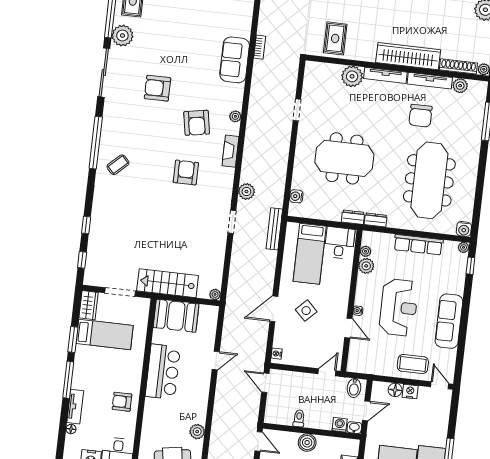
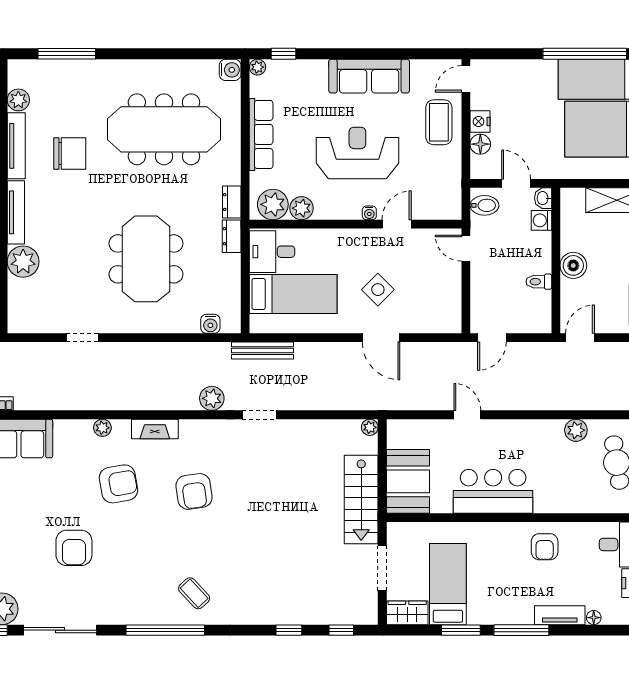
armchair: (186, 172) -> (194, 491), turned -98
plant: (366, 251) -> (273, 204), width x1.87, depth x1.87
nightstand: (277, 354) -> (447, 326), removed

